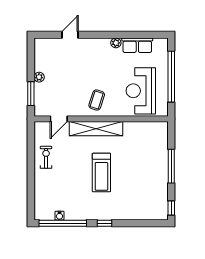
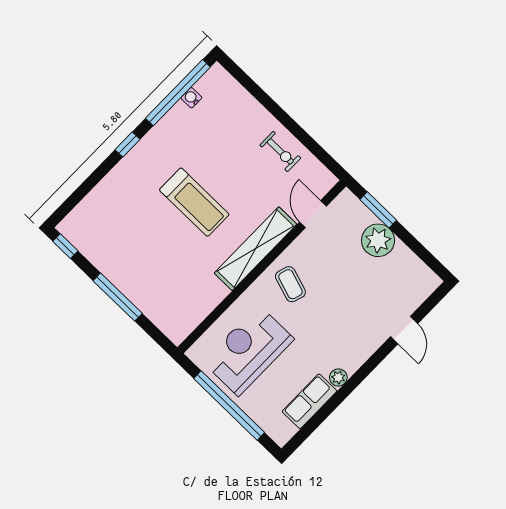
plant: (39, 77) -> (378, 240), width x1.87, depth x1.87
reception desk: (141, 91) -> (248, 350), turned -90
treadmill: (101, 173) -> (194, 202), turned 180

